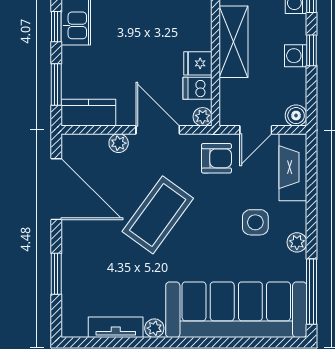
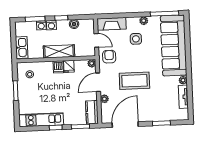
washing machine: (296, 56) -> (51, 25), moved
dishwasher: (198, 88) -> (58, 67), moved
boiler: (296, 116) -> (74, 24), moved
coffee table: (158, 215) -> (134, 81), turned -36

